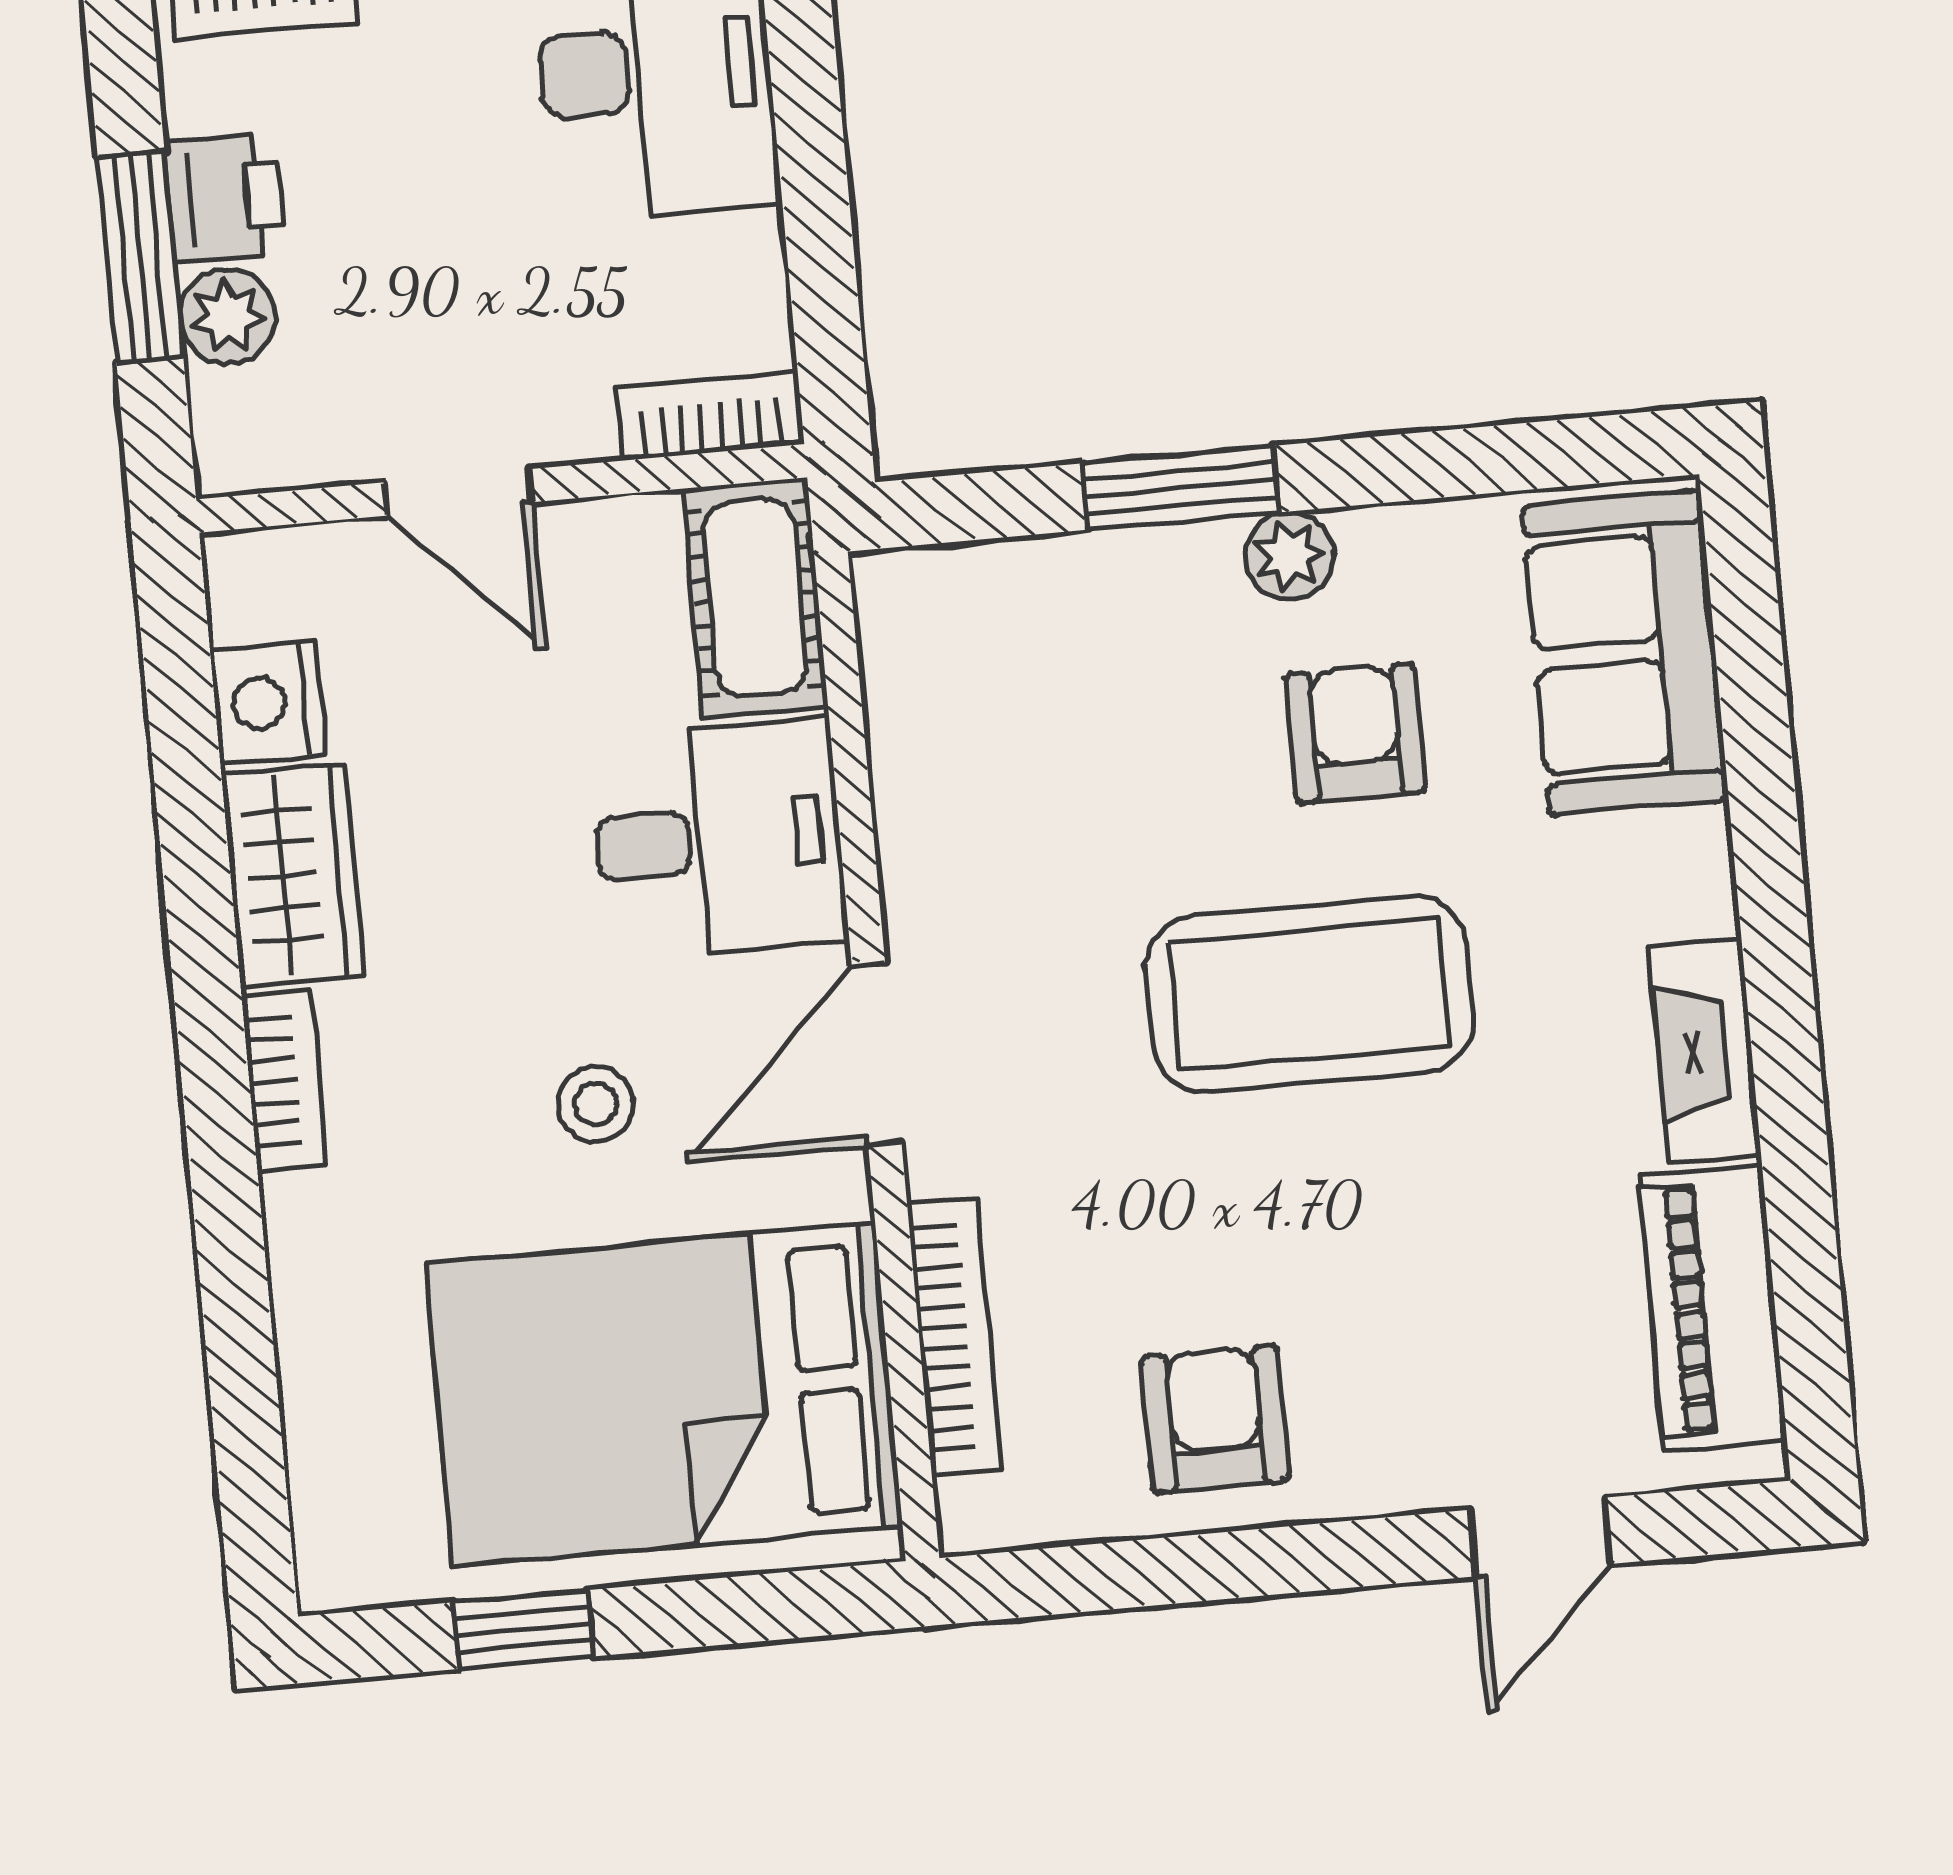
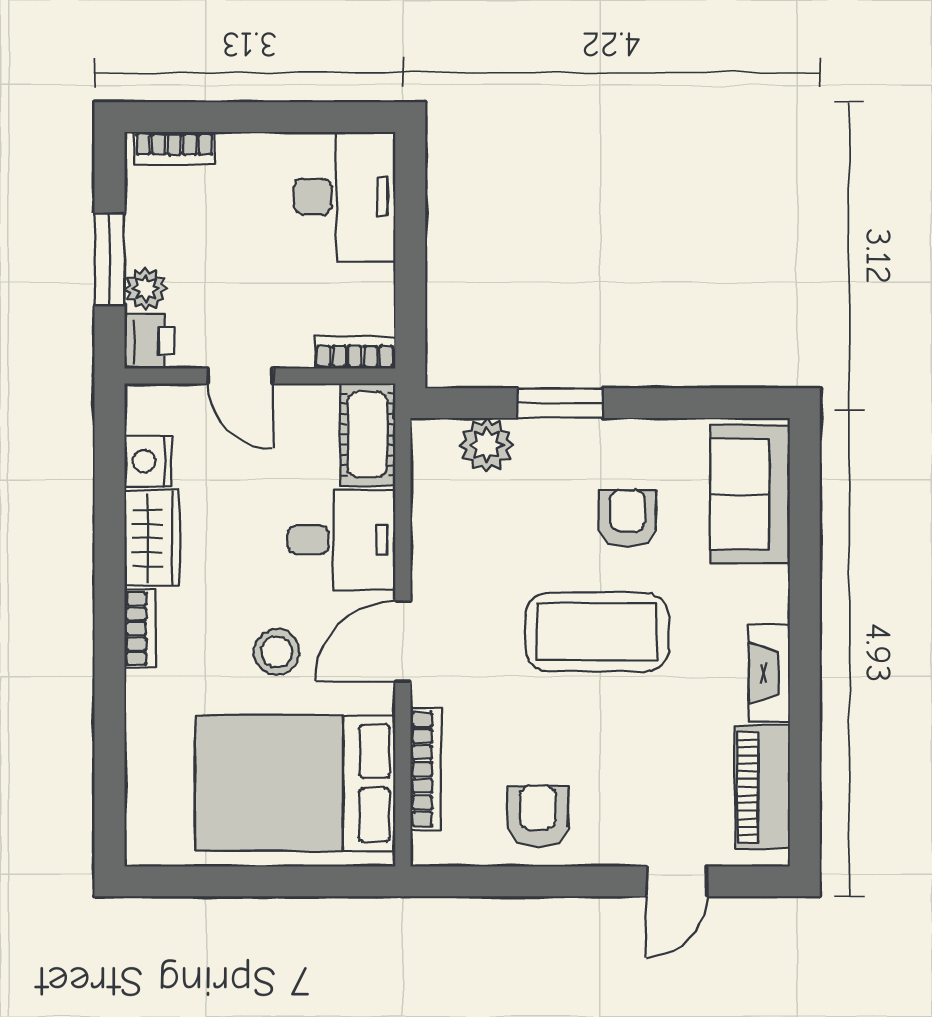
printer: (225, 198) -> (149, 341), moved
plant: (1289, 556) -> (487, 445), moved, width x1.38, depth x1.38
stool: (595, 1104) -> (277, 652), width x1.37, depth x1.37
window: (523, 1629) -> (224, 881), removed

